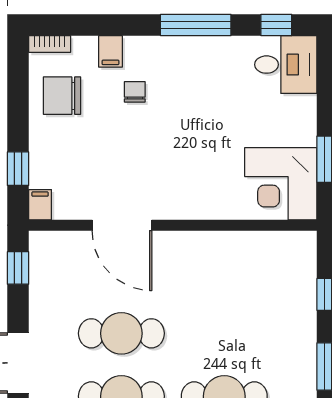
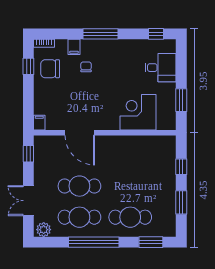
window: (196, 25) -> (100, 34), moved
desk: (286, 65) -> (161, 68), moved
window: (18, 169) -> (28, 66), moved
corner desk: (281, 184) -> (138, 112), moved, turned 90

